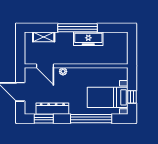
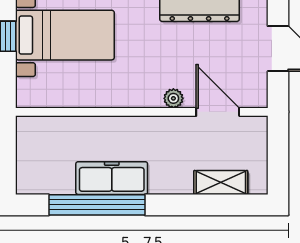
window: (77, 28) -> (97, 205), moved

